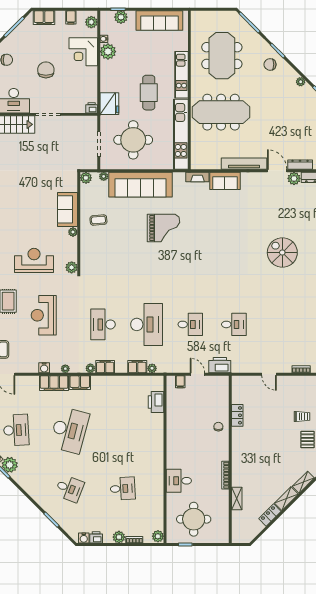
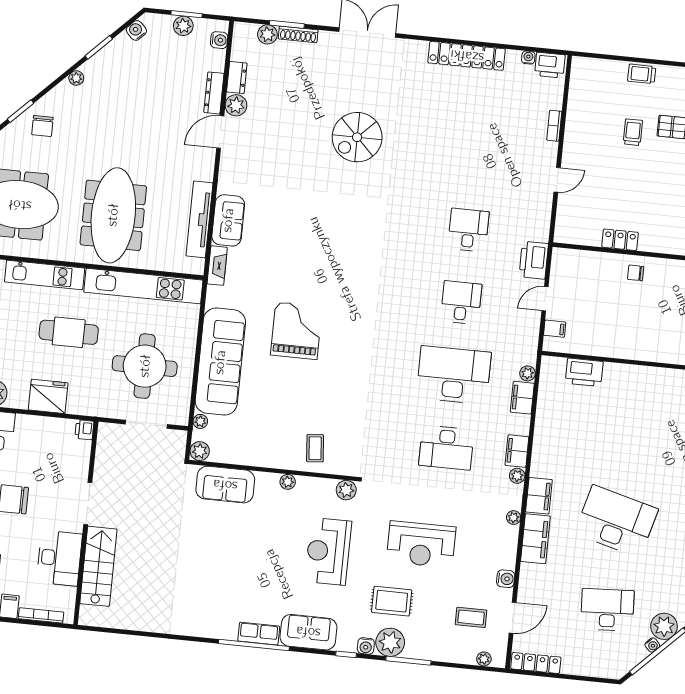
fridge: (109, 104) -> (48, 396), moved
tv unit: (244, 164) -> (199, 219), moved
sofa: (68, 209) -> (225, 485), moved
coffee table: (98, 220) -> (315, 448), moved
water cooler: (44, 368) -> (506, 579), moved

